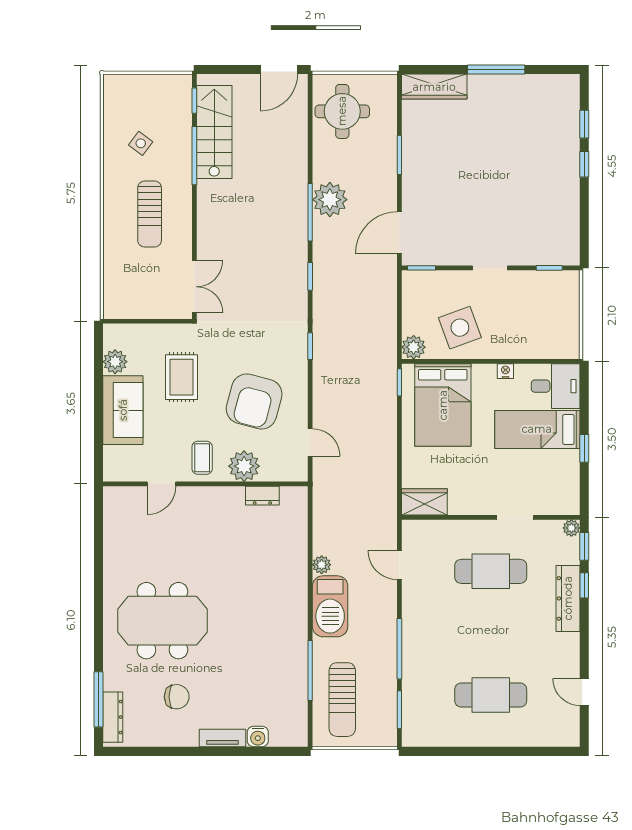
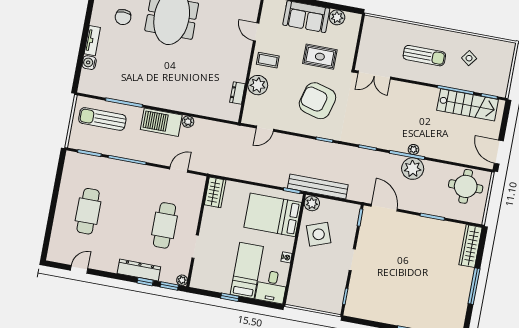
plant: (300, 204) -> (413, 149), added
sun lounger: (150, 214) -> (424, 56), turned 180
bench: (385, 343) -> (318, 187), added
armchair: (254, 401) -> (317, 101), moved

